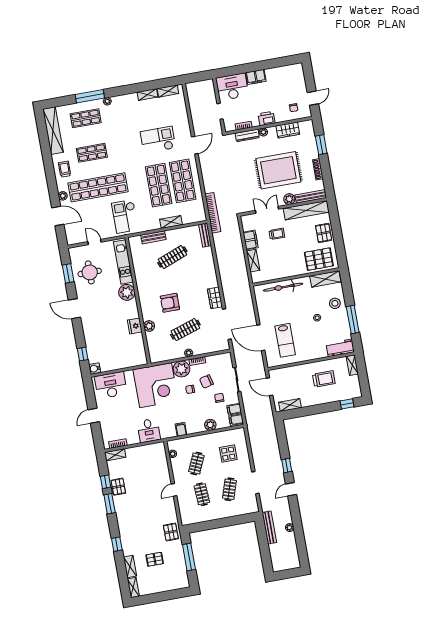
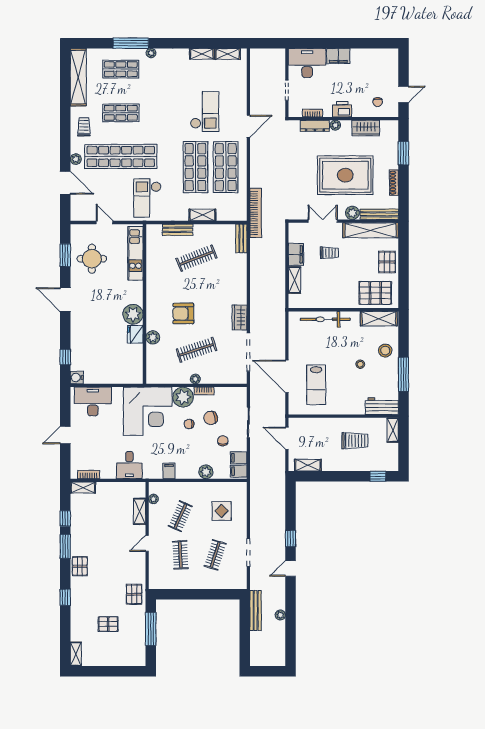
checkout: (158, 140) -> (205, 112), turned 90
plant: (127, 292) -> (133, 314), moved
pallet: (118, 487) -> (80, 566), moved
shelving: (130, 567) -> (140, 511), moved

